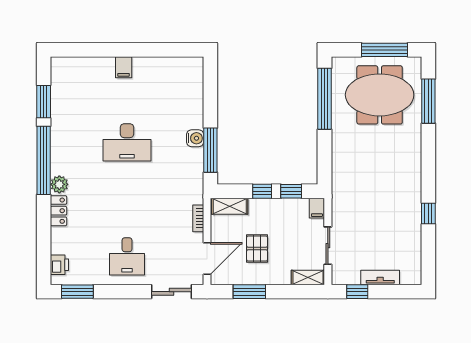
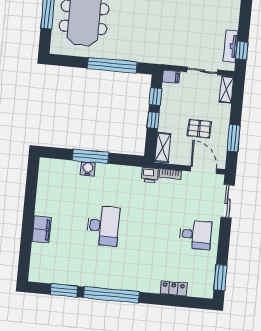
filing cabinet: (124, 67) -> (41, 229), width x2.00
window: (324, 99) -> (112, 65), moved
water cooler: (195, 138) -> (88, 169), moved
window: (210, 150) -> (91, 156), moved
plant: (59, 184) -> (132, 284), removed
locker: (58, 211) -> (174, 289), moved
printer: (59, 265) -> (150, 175), moved, turned 180
tv unit: (380, 278) -> (231, 46), moved

